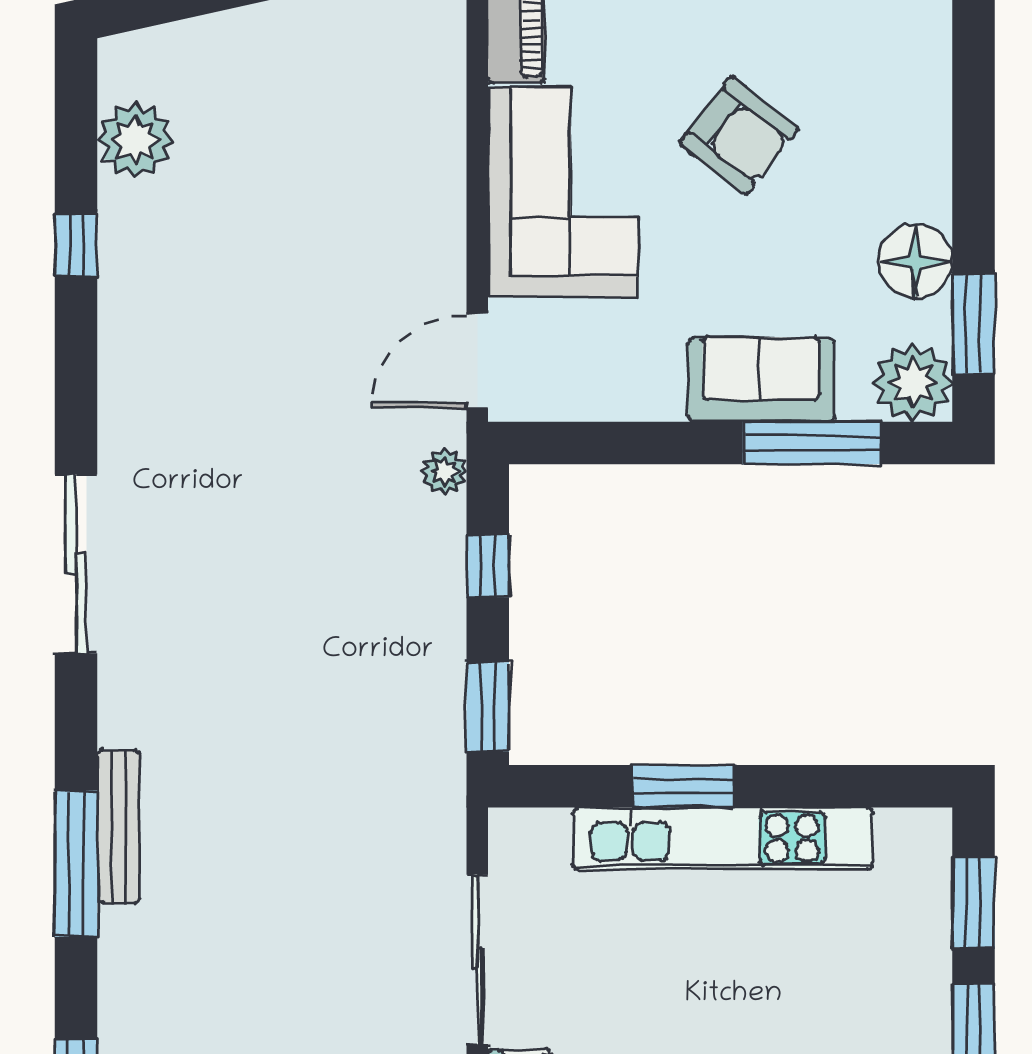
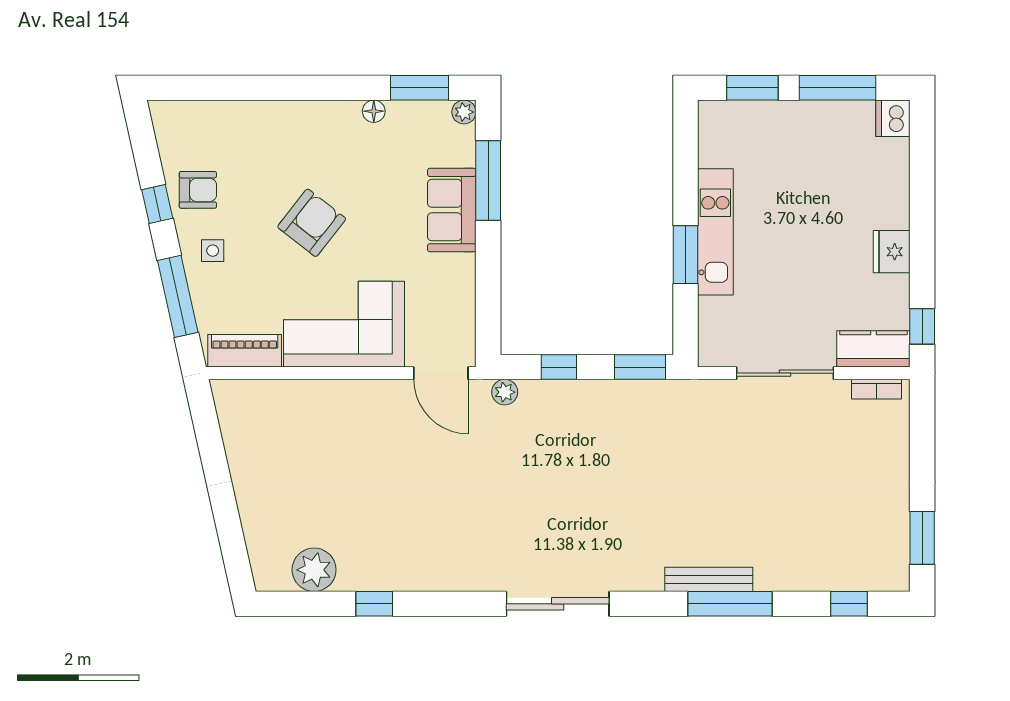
floor lamp: (916, 261) -> (374, 111), width x0.53, depth x0.53
plant: (913, 383) -> (464, 112), width x0.53, depth x0.53
kitchen unit: (723, 838) -> (715, 232), width x0.73

